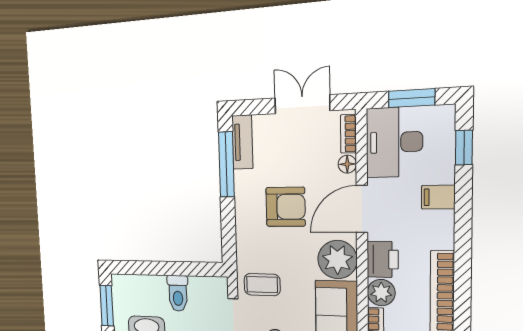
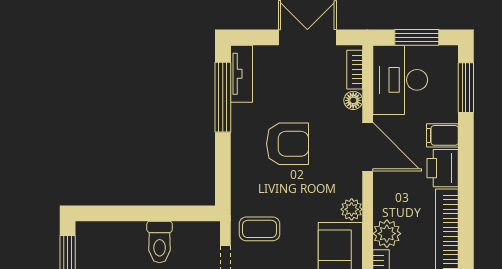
window: (464, 148) -> (466, 88), width x1.50
door: (362, 209) -> (368, 147), swing flipped
printer: (383, 259) -> (443, 168), moved, turned 180
plant: (337, 260) -> (352, 209), width x0.53, depth x0.53

